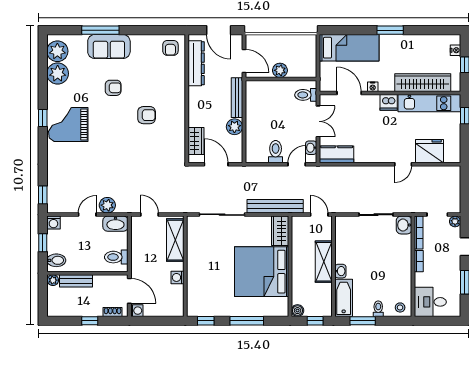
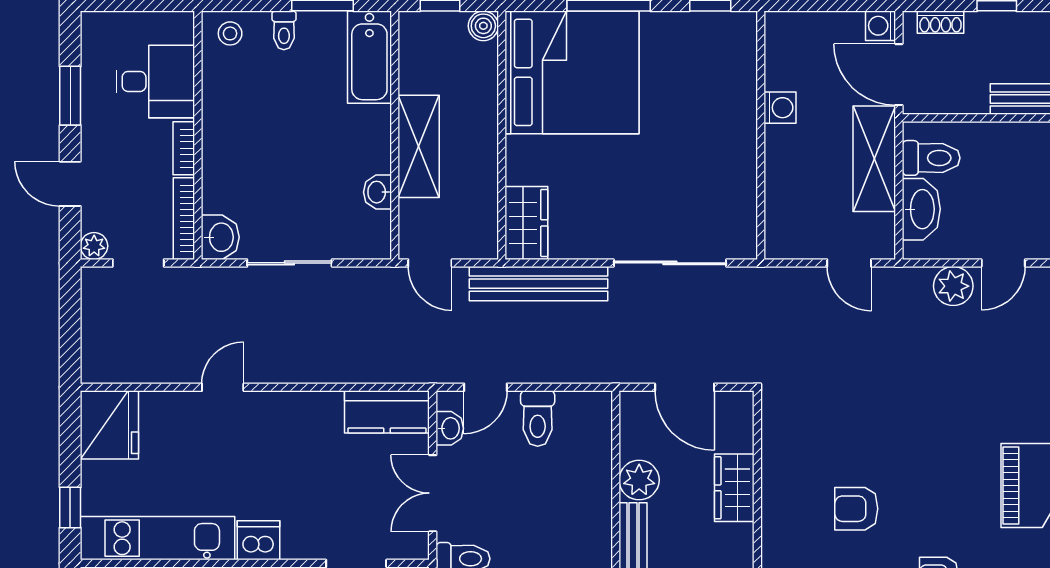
wardrobe: (196, 141) -> (734, 488), moved
fridge: (429, 151) -> (109, 425), moved, turned -90
washbasin: (115, 224) -> (921, 209), moved, turned 90
shelving: (175, 240) -> (874, 159), moved
washbasin: (340, 271) -> (377, 192), moved
bed: (262, 272) -> (572, 72), moved
desk: (430, 302) -> (155, 81), moved

